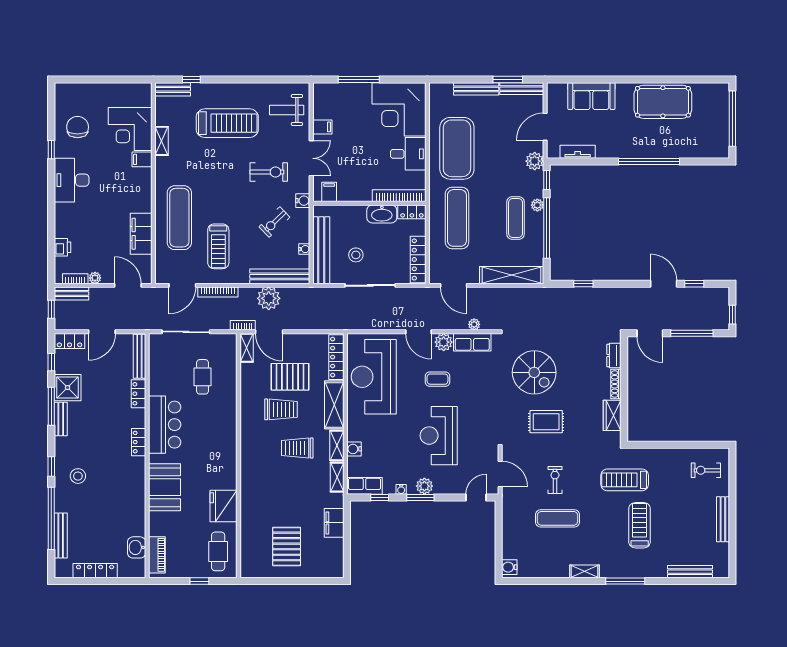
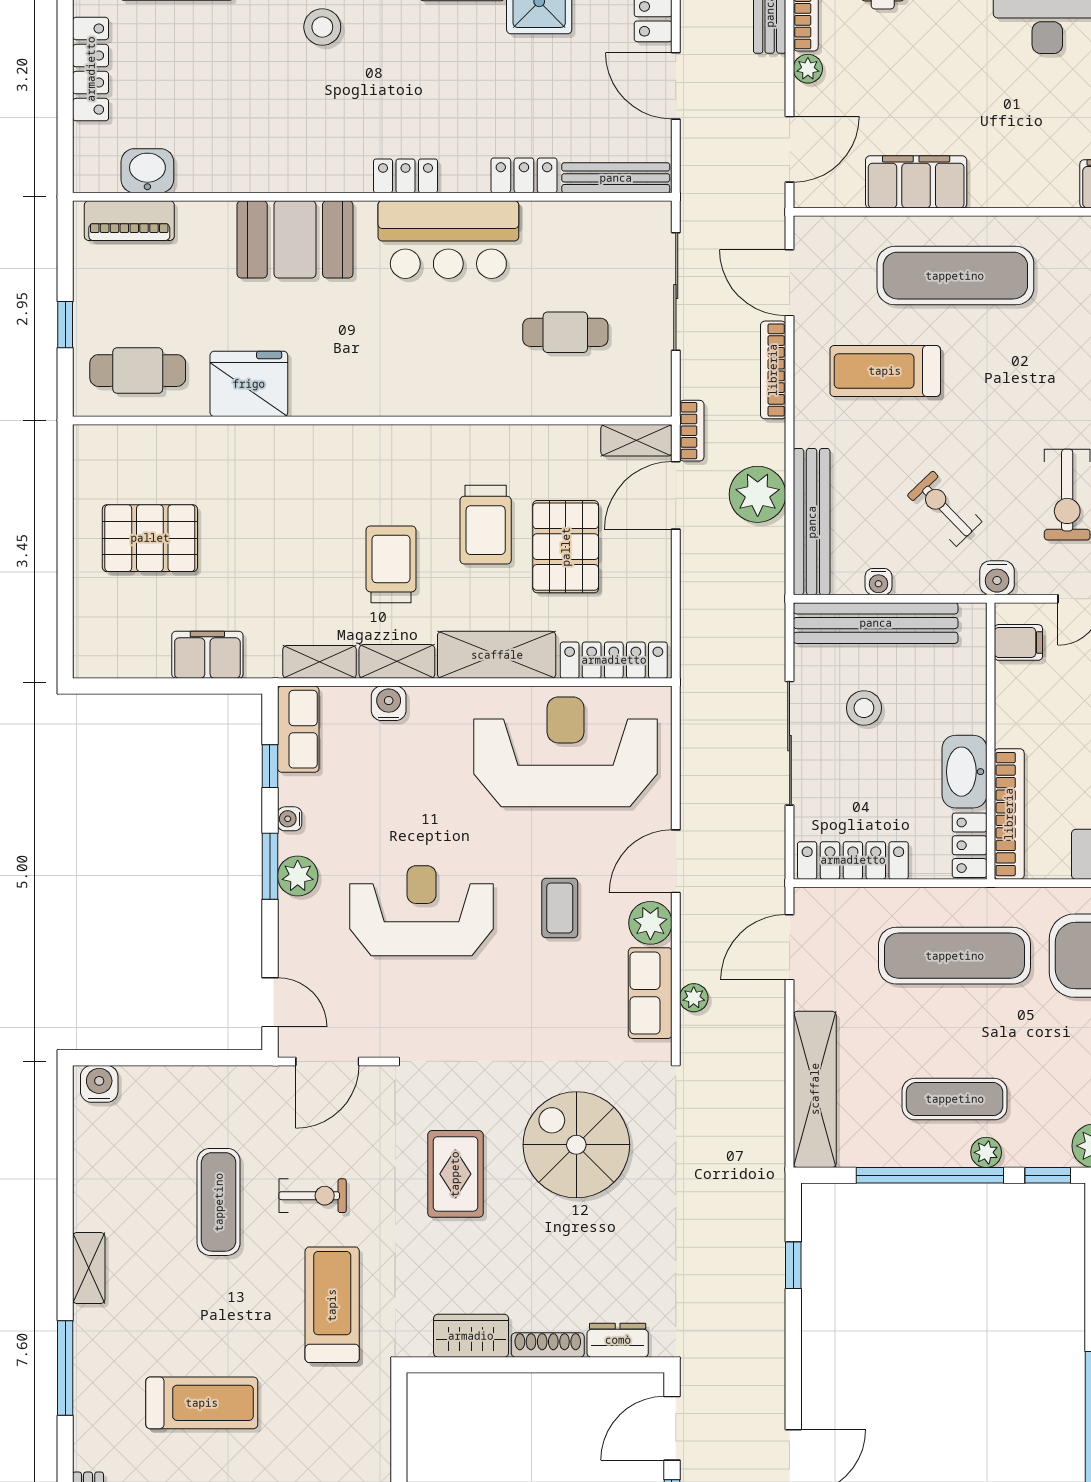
spiral stairs: (534, 372) -> (576, 1145), turned 90
treadmill: (625, 480) -> (332, 1305), moved

